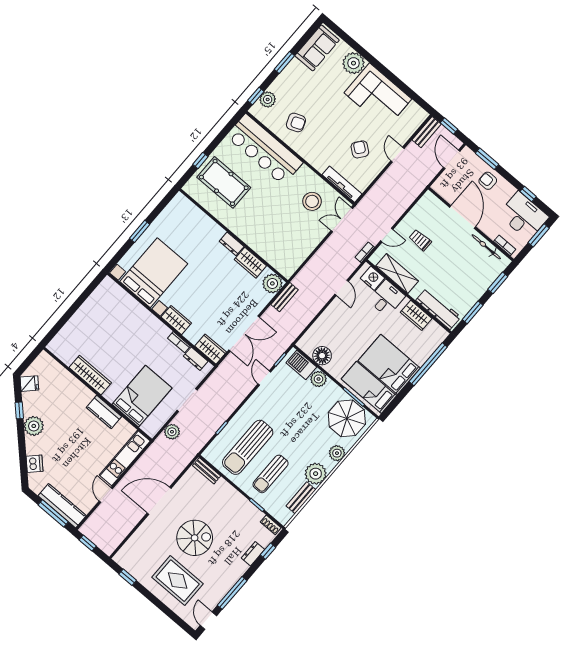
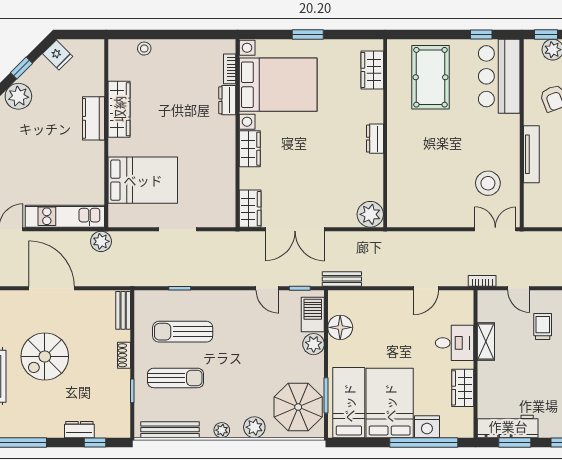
bar counter: (264, 149) -> (499, 76), width x0.73
window: (200, 160) -> (481, 34), moved
tv unit: (342, 184) -> (531, 154), moved
wardrobe: (250, 263) -> (372, 70), moved
shelving: (397, 274) -> (486, 342), width x0.67, depth x0.75
nightstand: (373, 278) -> (427, 427), moved, turned 90
bench: (285, 297) -> (342, 279), moved
workbench: (438, 309) -> (508, 426), moved, turned -90
stool: (68, 331) -> (144, 49), added
bookcase: (179, 342) -> (230, 69), moved
dresser: (196, 359) -> (227, 100), moved
door: (264, 378) -> (267, 288), swing flipped
kitchen counter: (104, 412) -> (94, 118), moved
plant: (172, 432) -> (101, 241), moved
sun lounger: (248, 447) -> (183, 332), width x0.73, depth x0.75
sun lounger: (271, 474) -> (176, 378), turned 180
plant: (316, 474) -> (222, 430), width x0.53, depth x0.53
bench: (301, 498) -> (170, 430), width x1.36
shoe rack: (271, 525) -> (124, 355), moved
spiral stairs: (195, 538) -> (45, 357), turned 90

